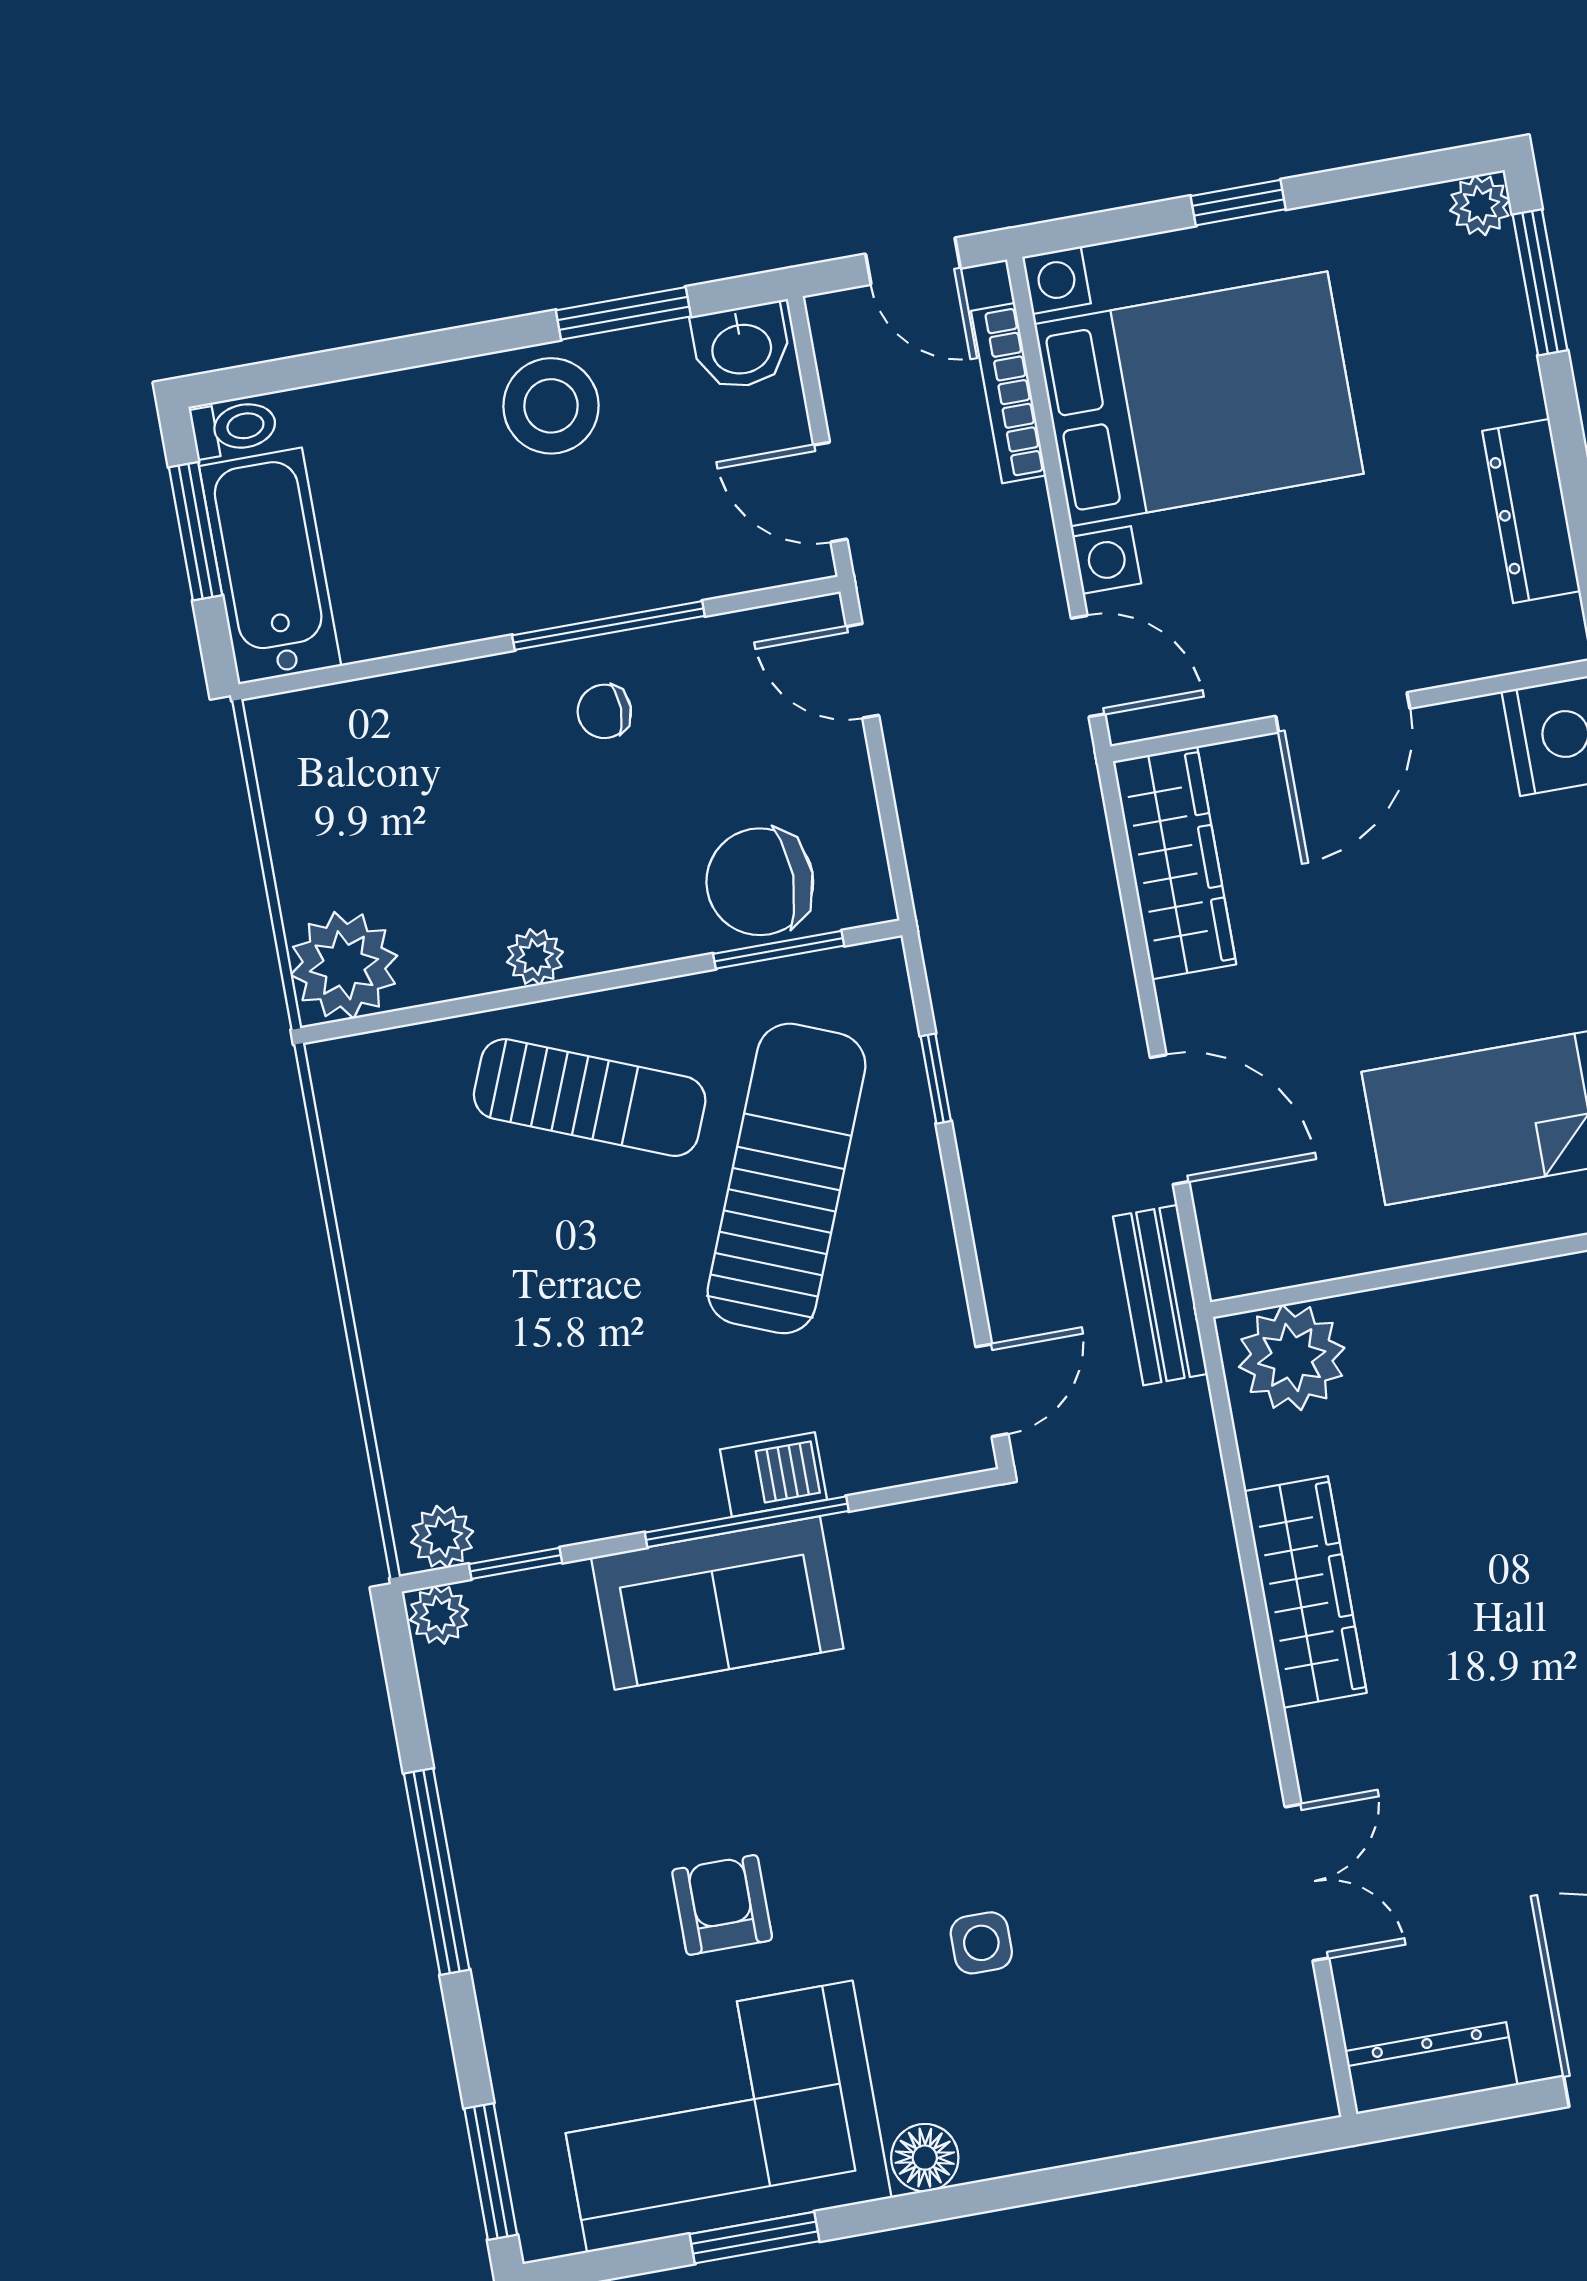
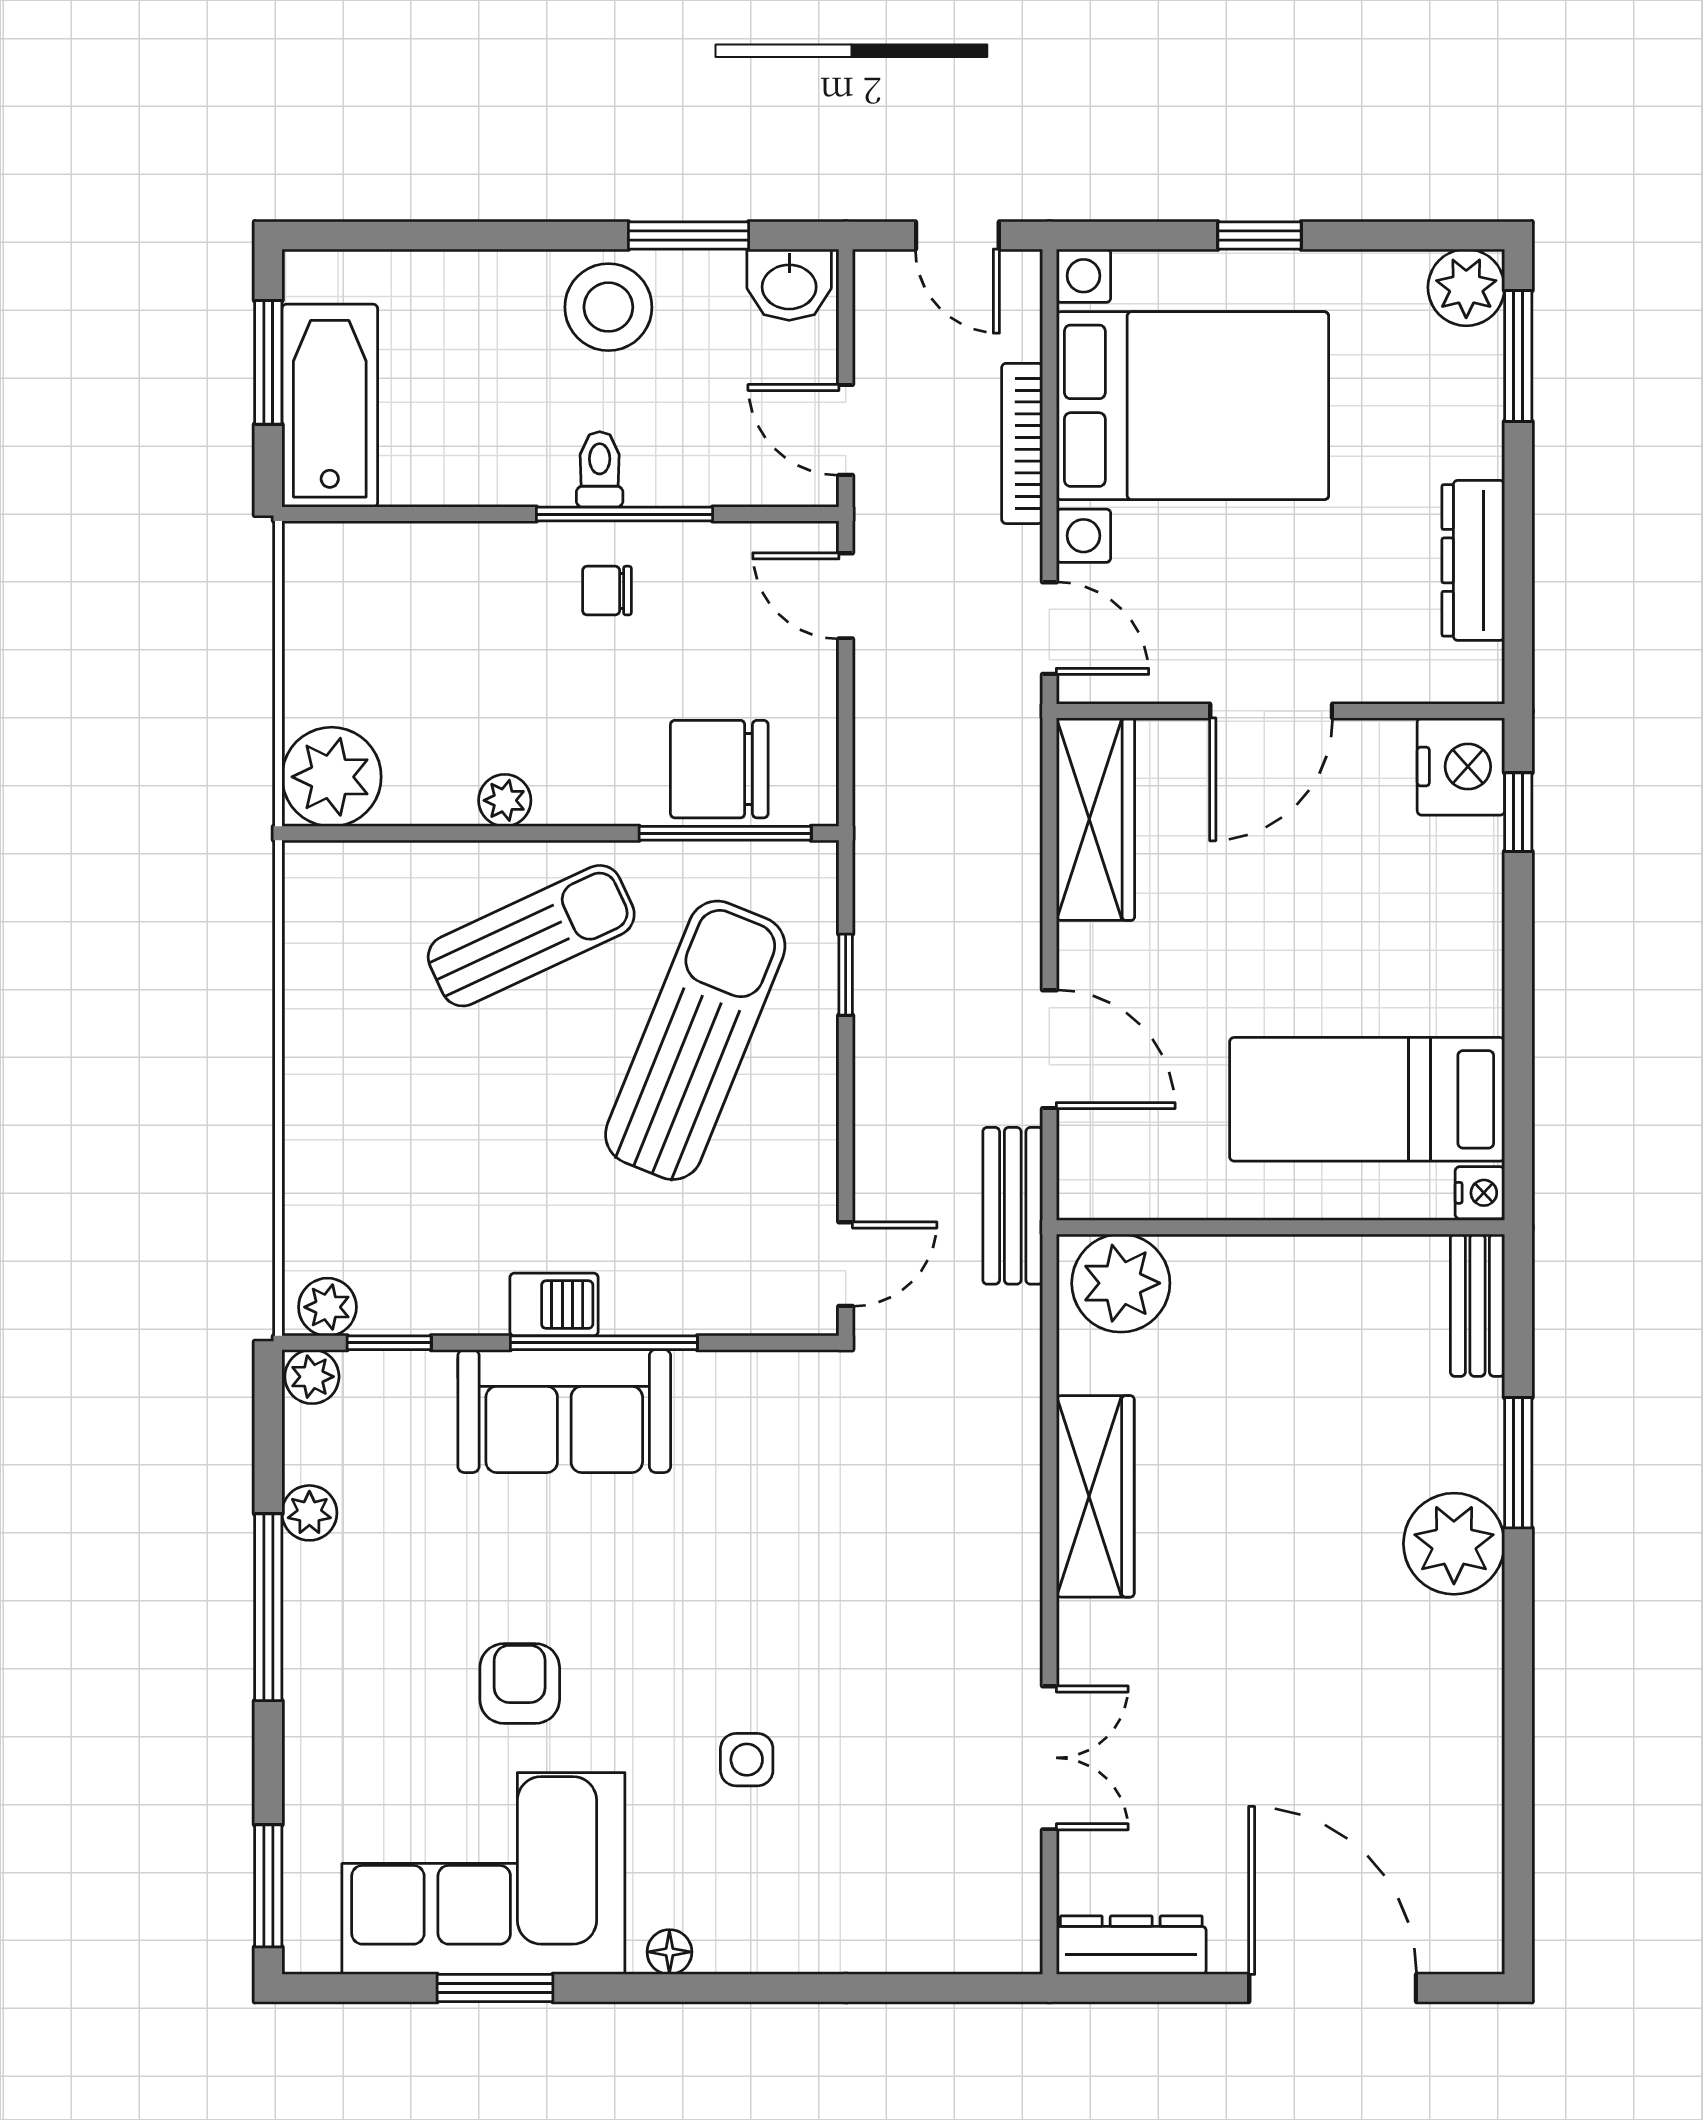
plant: (1480, 205) -> (1466, 287), width x1.38, depth x1.38
bookcase: (1009, 393) -> (1022, 443), moved
toilet: (234, 428) -> (600, 469), moved, turned -90
window: (779, 950) -> (725, 833), width x1.44
sun lounger: (590, 1098) -> (531, 936), turned -47
barbecue: (773, 1475) -> (554, 1305), moved
plant: (463, 1762) -> (309, 1513), added
floor lamp: (925, 2158) -> (669, 1952), width x0.73, depth x0.73

